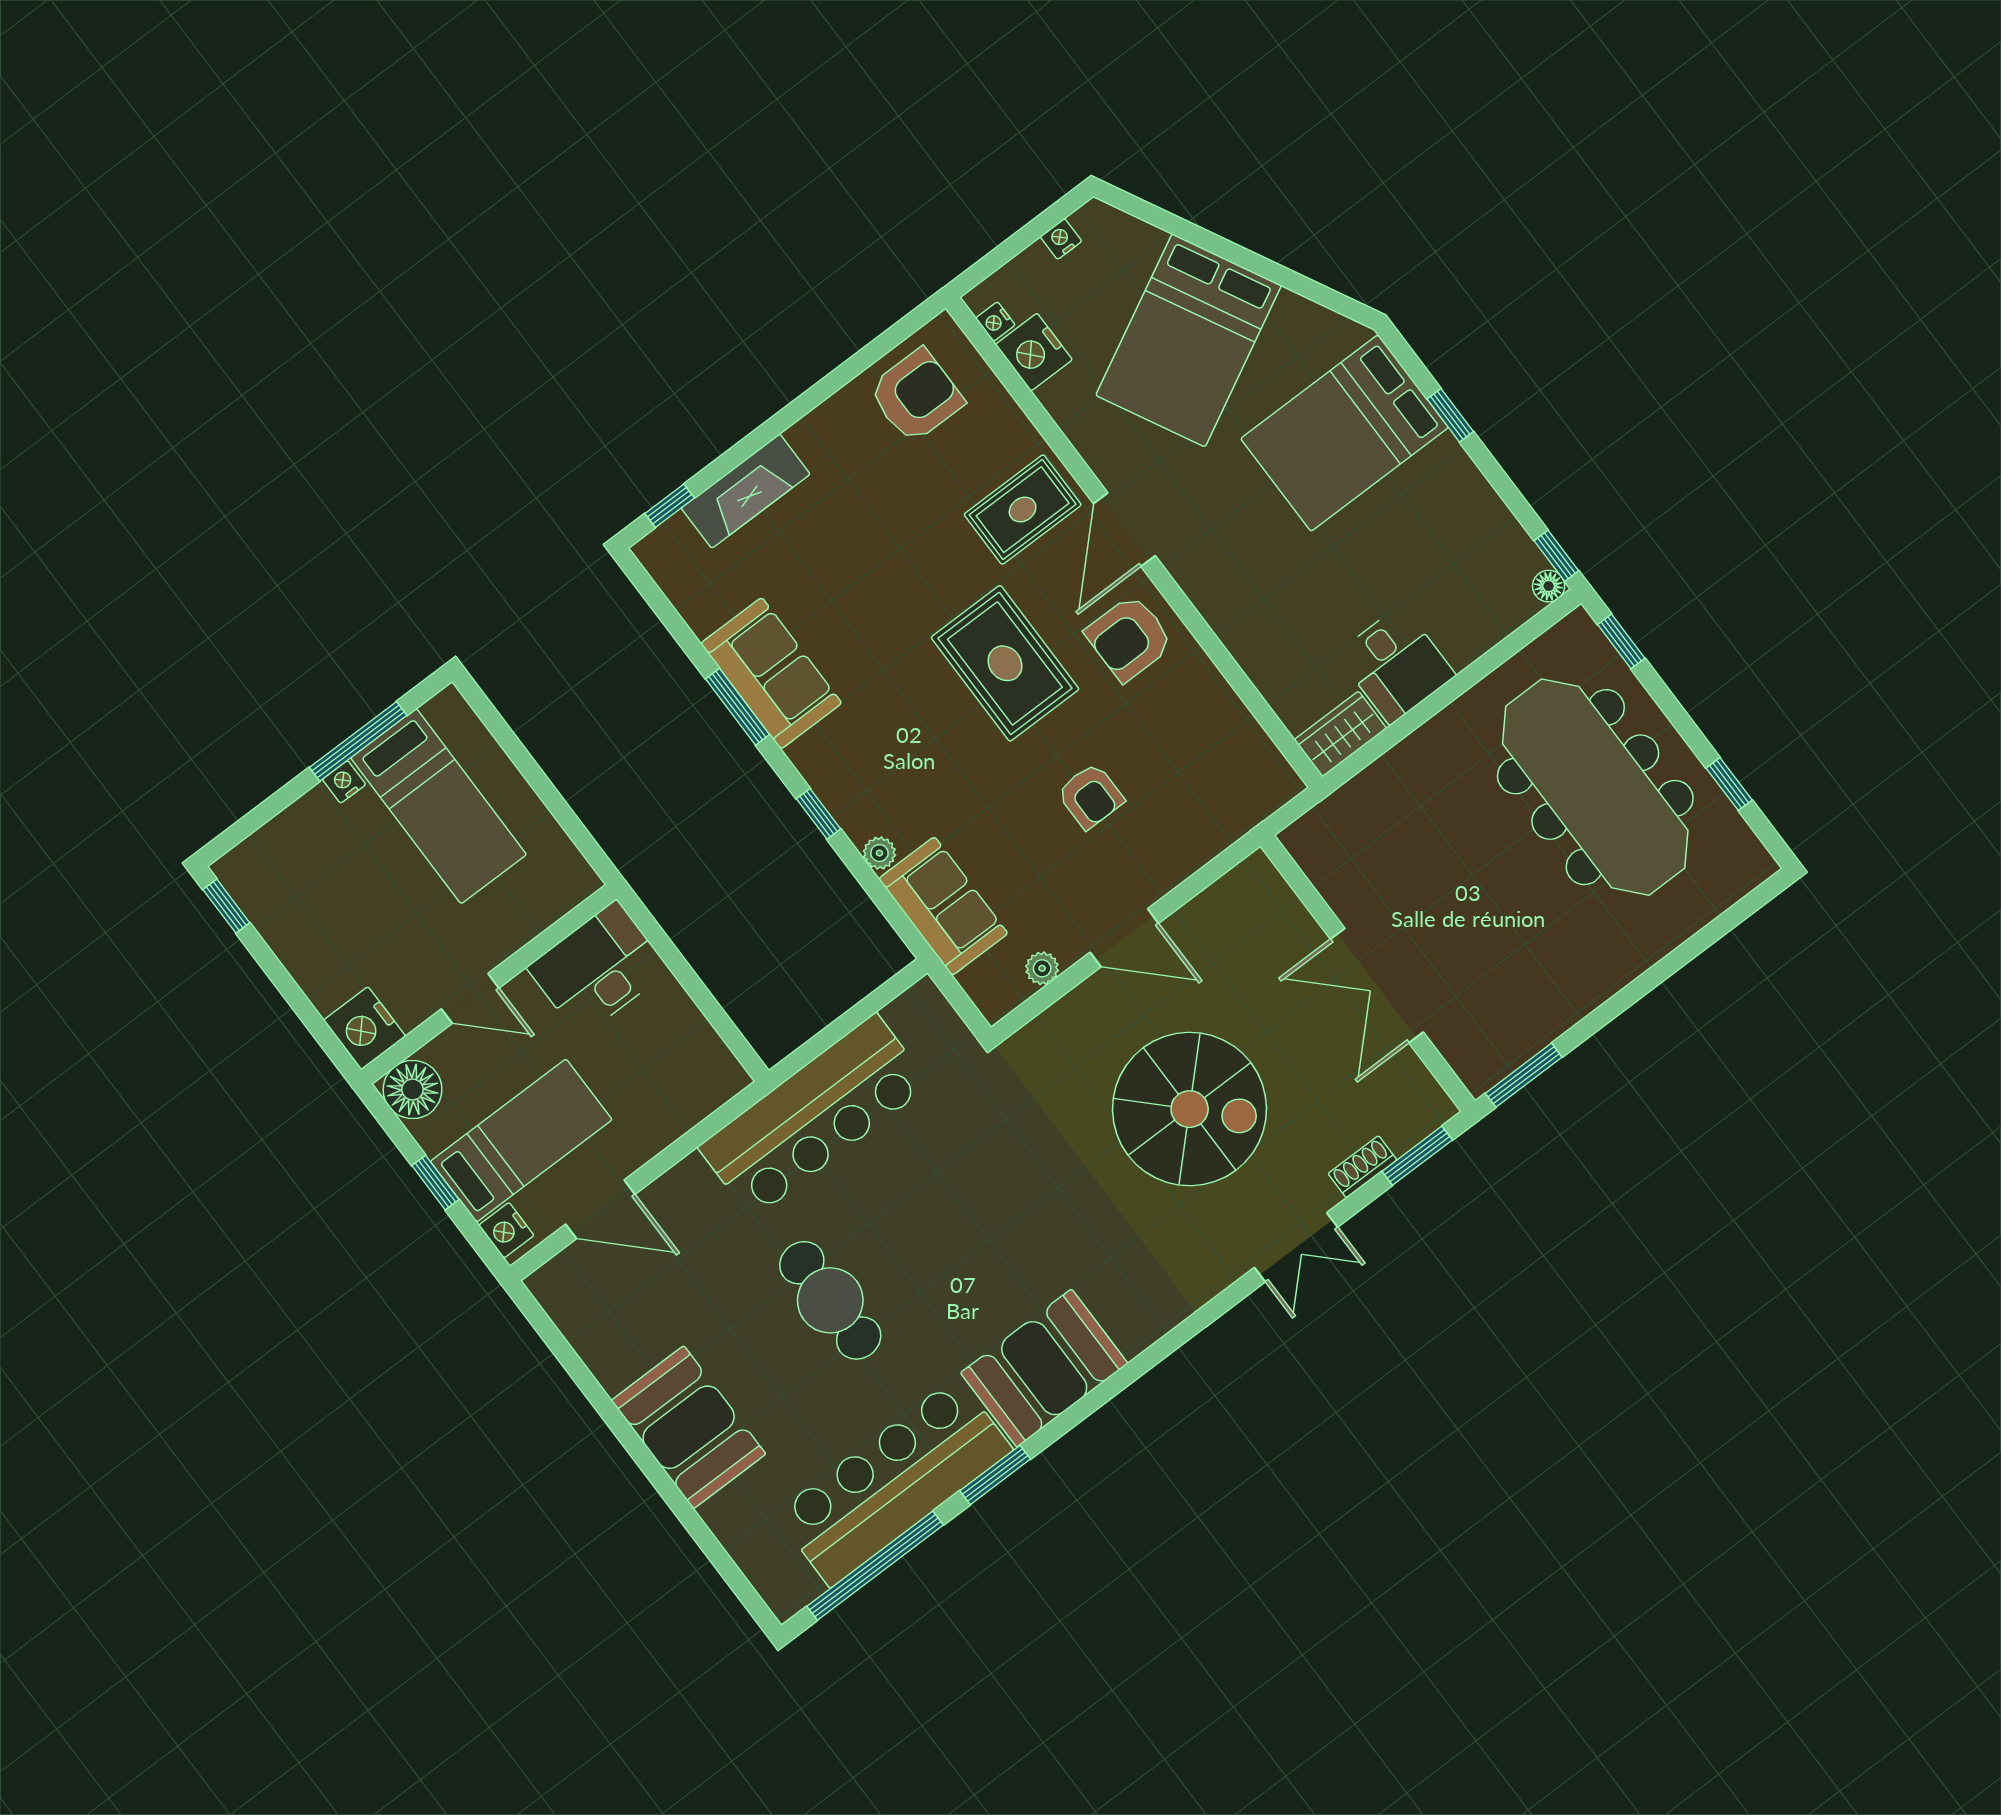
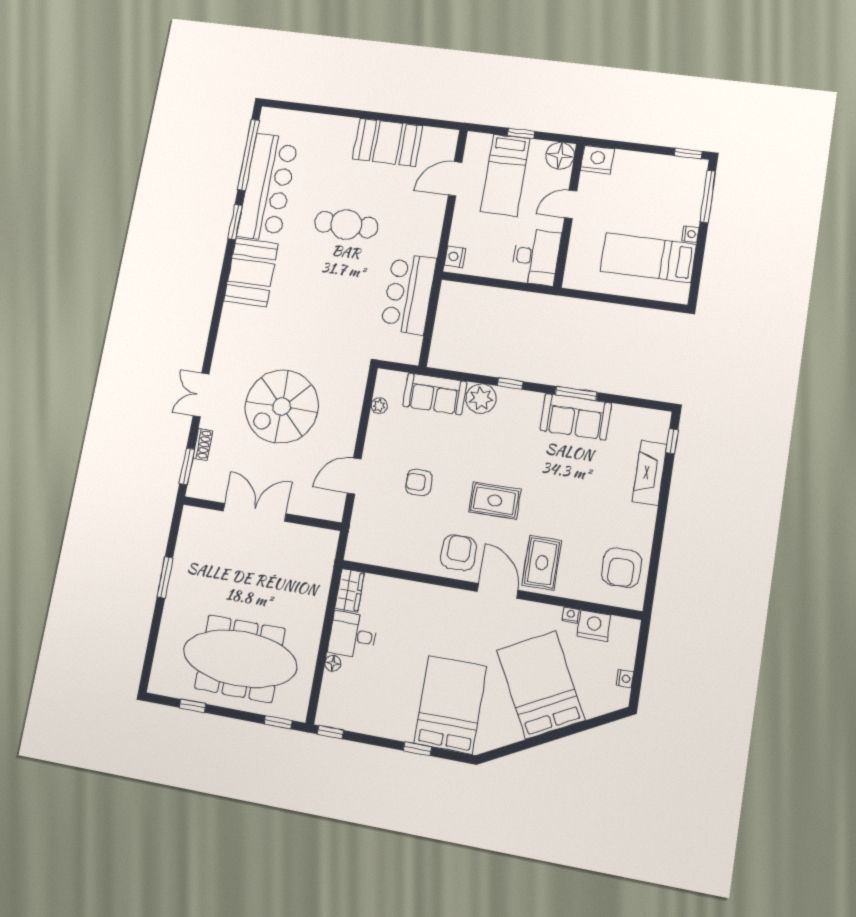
nightstand: (995, 322) -> (571, 615), moved
floor lamp: (1549, 586) -> (333, 663), moved
rug: (1005, 663) -> (495, 501), width x0.73, depth x0.70
window: (358, 741) -> (708, 196), moved
plant: (879, 853) -> (481, 399), width x1.88, depth x1.88
door: (1124, 938) -> (354, 476), moved
window: (1524, 1075) -> (165, 577), moved
bar counter: (814, 1116) -> (409, 294), width x0.73
nightstand: (506, 1230) -> (455, 257), moved, turned -90
booth: (689, 1427) -> (388, 142), moved

